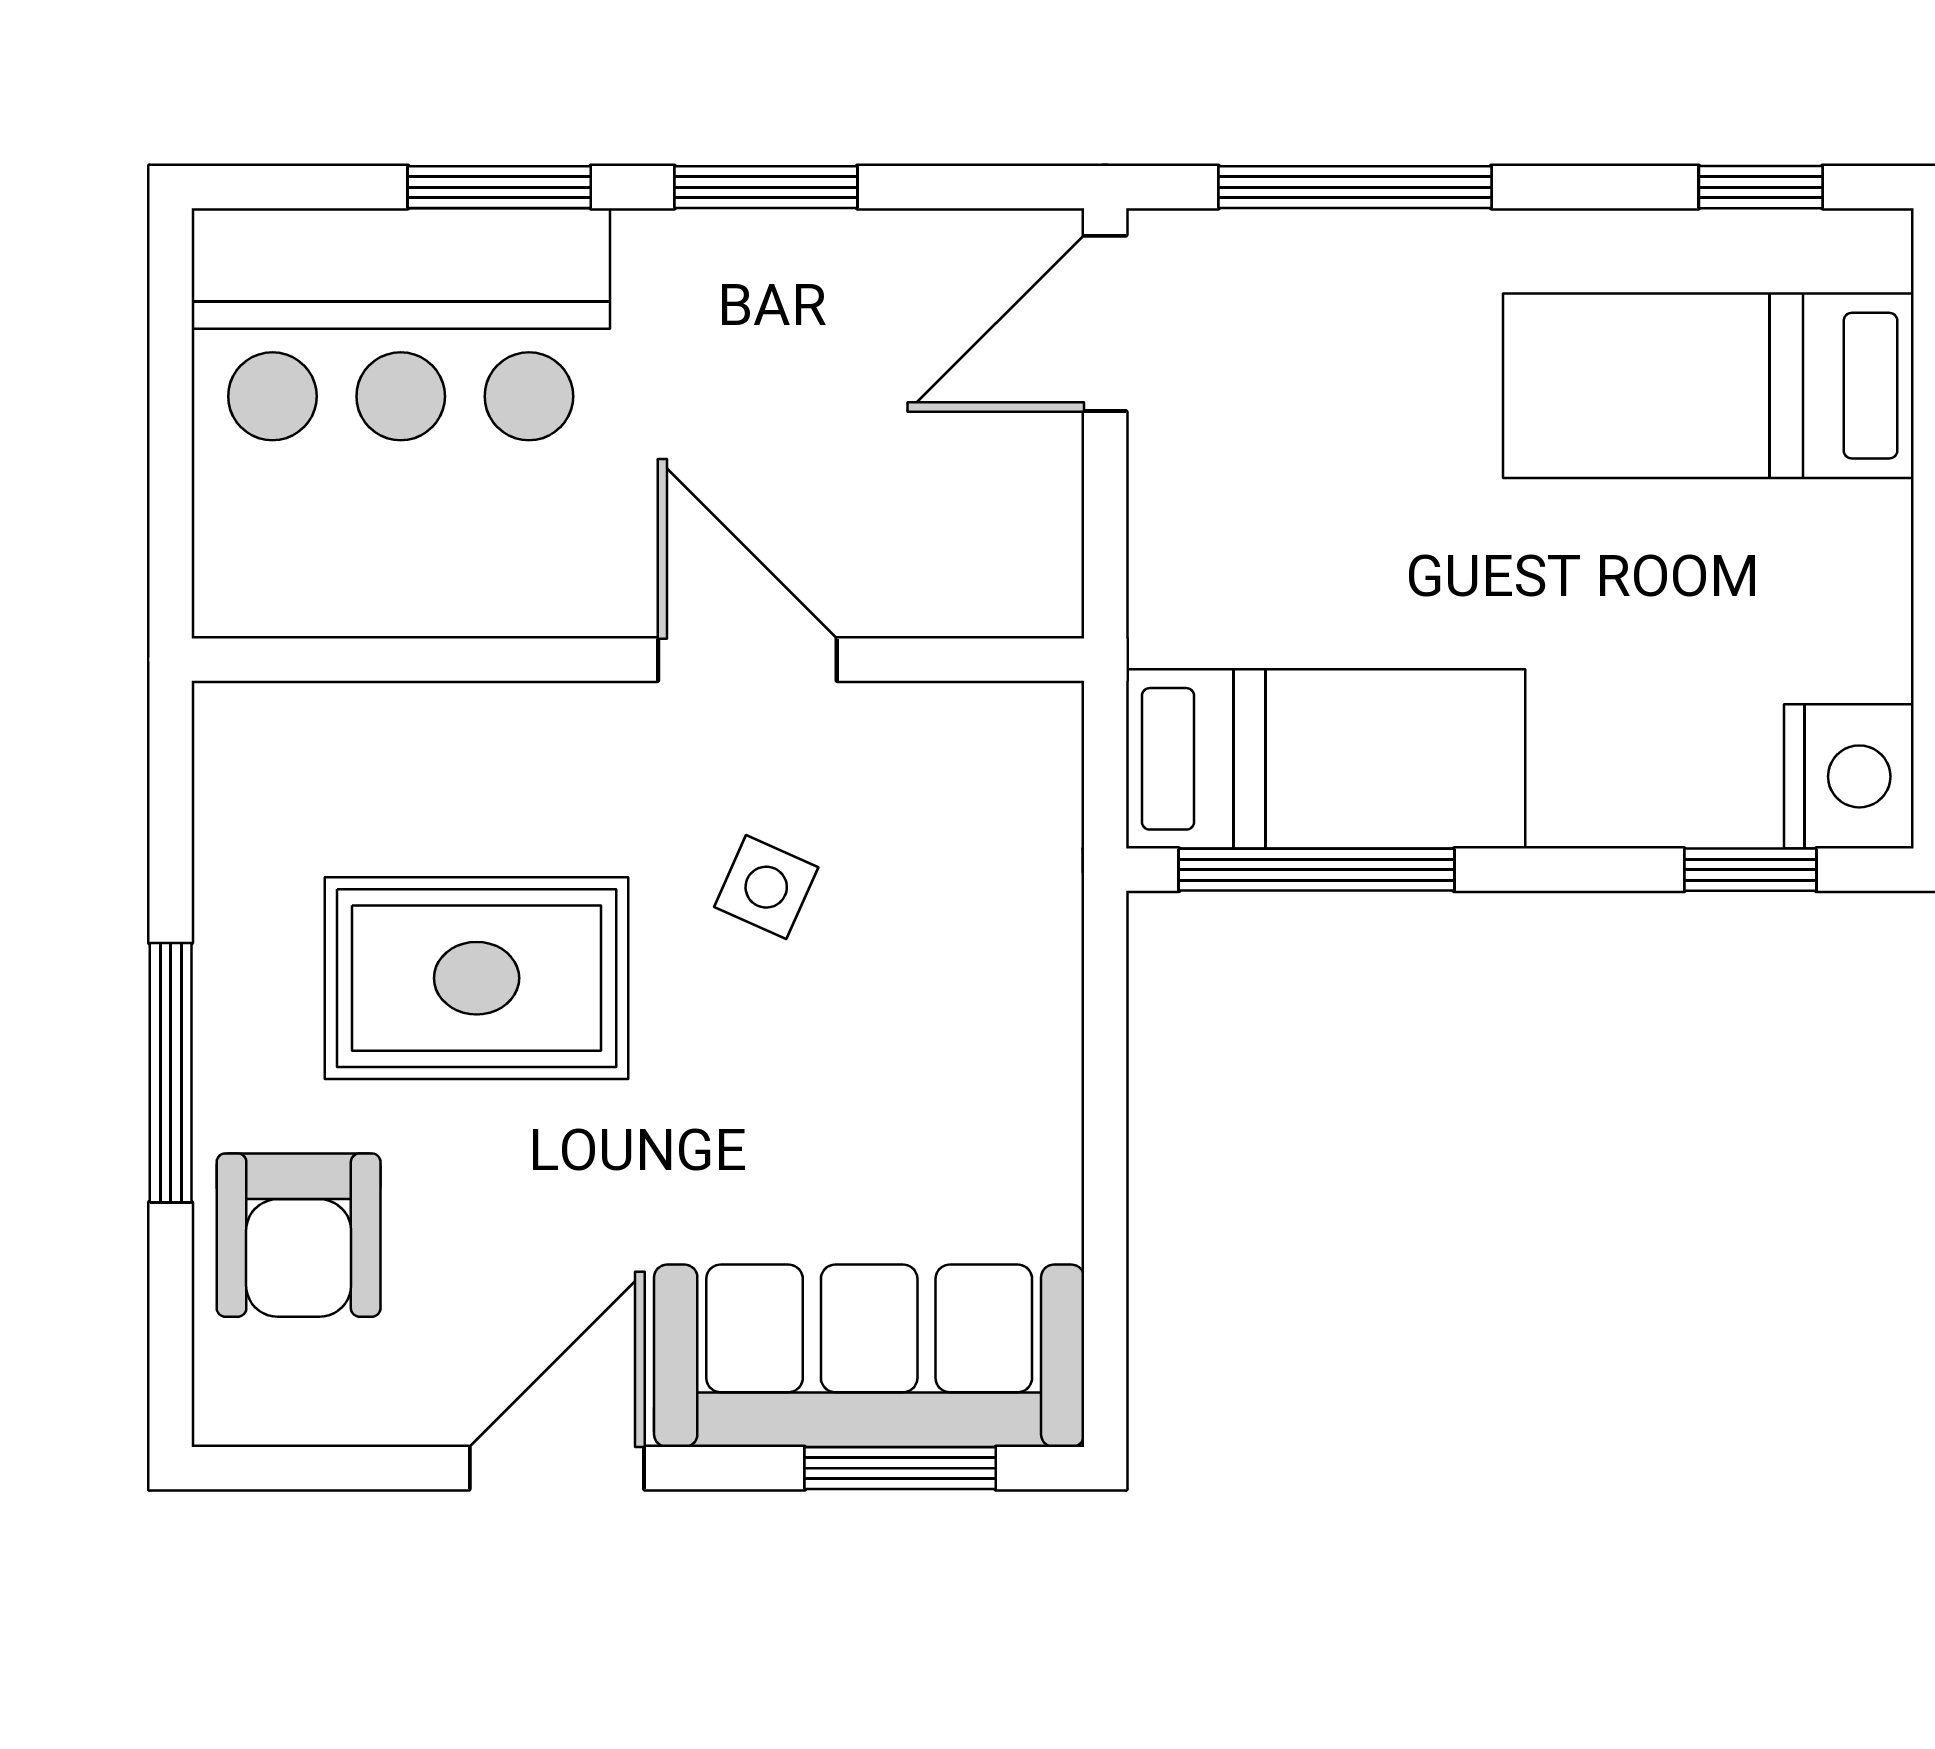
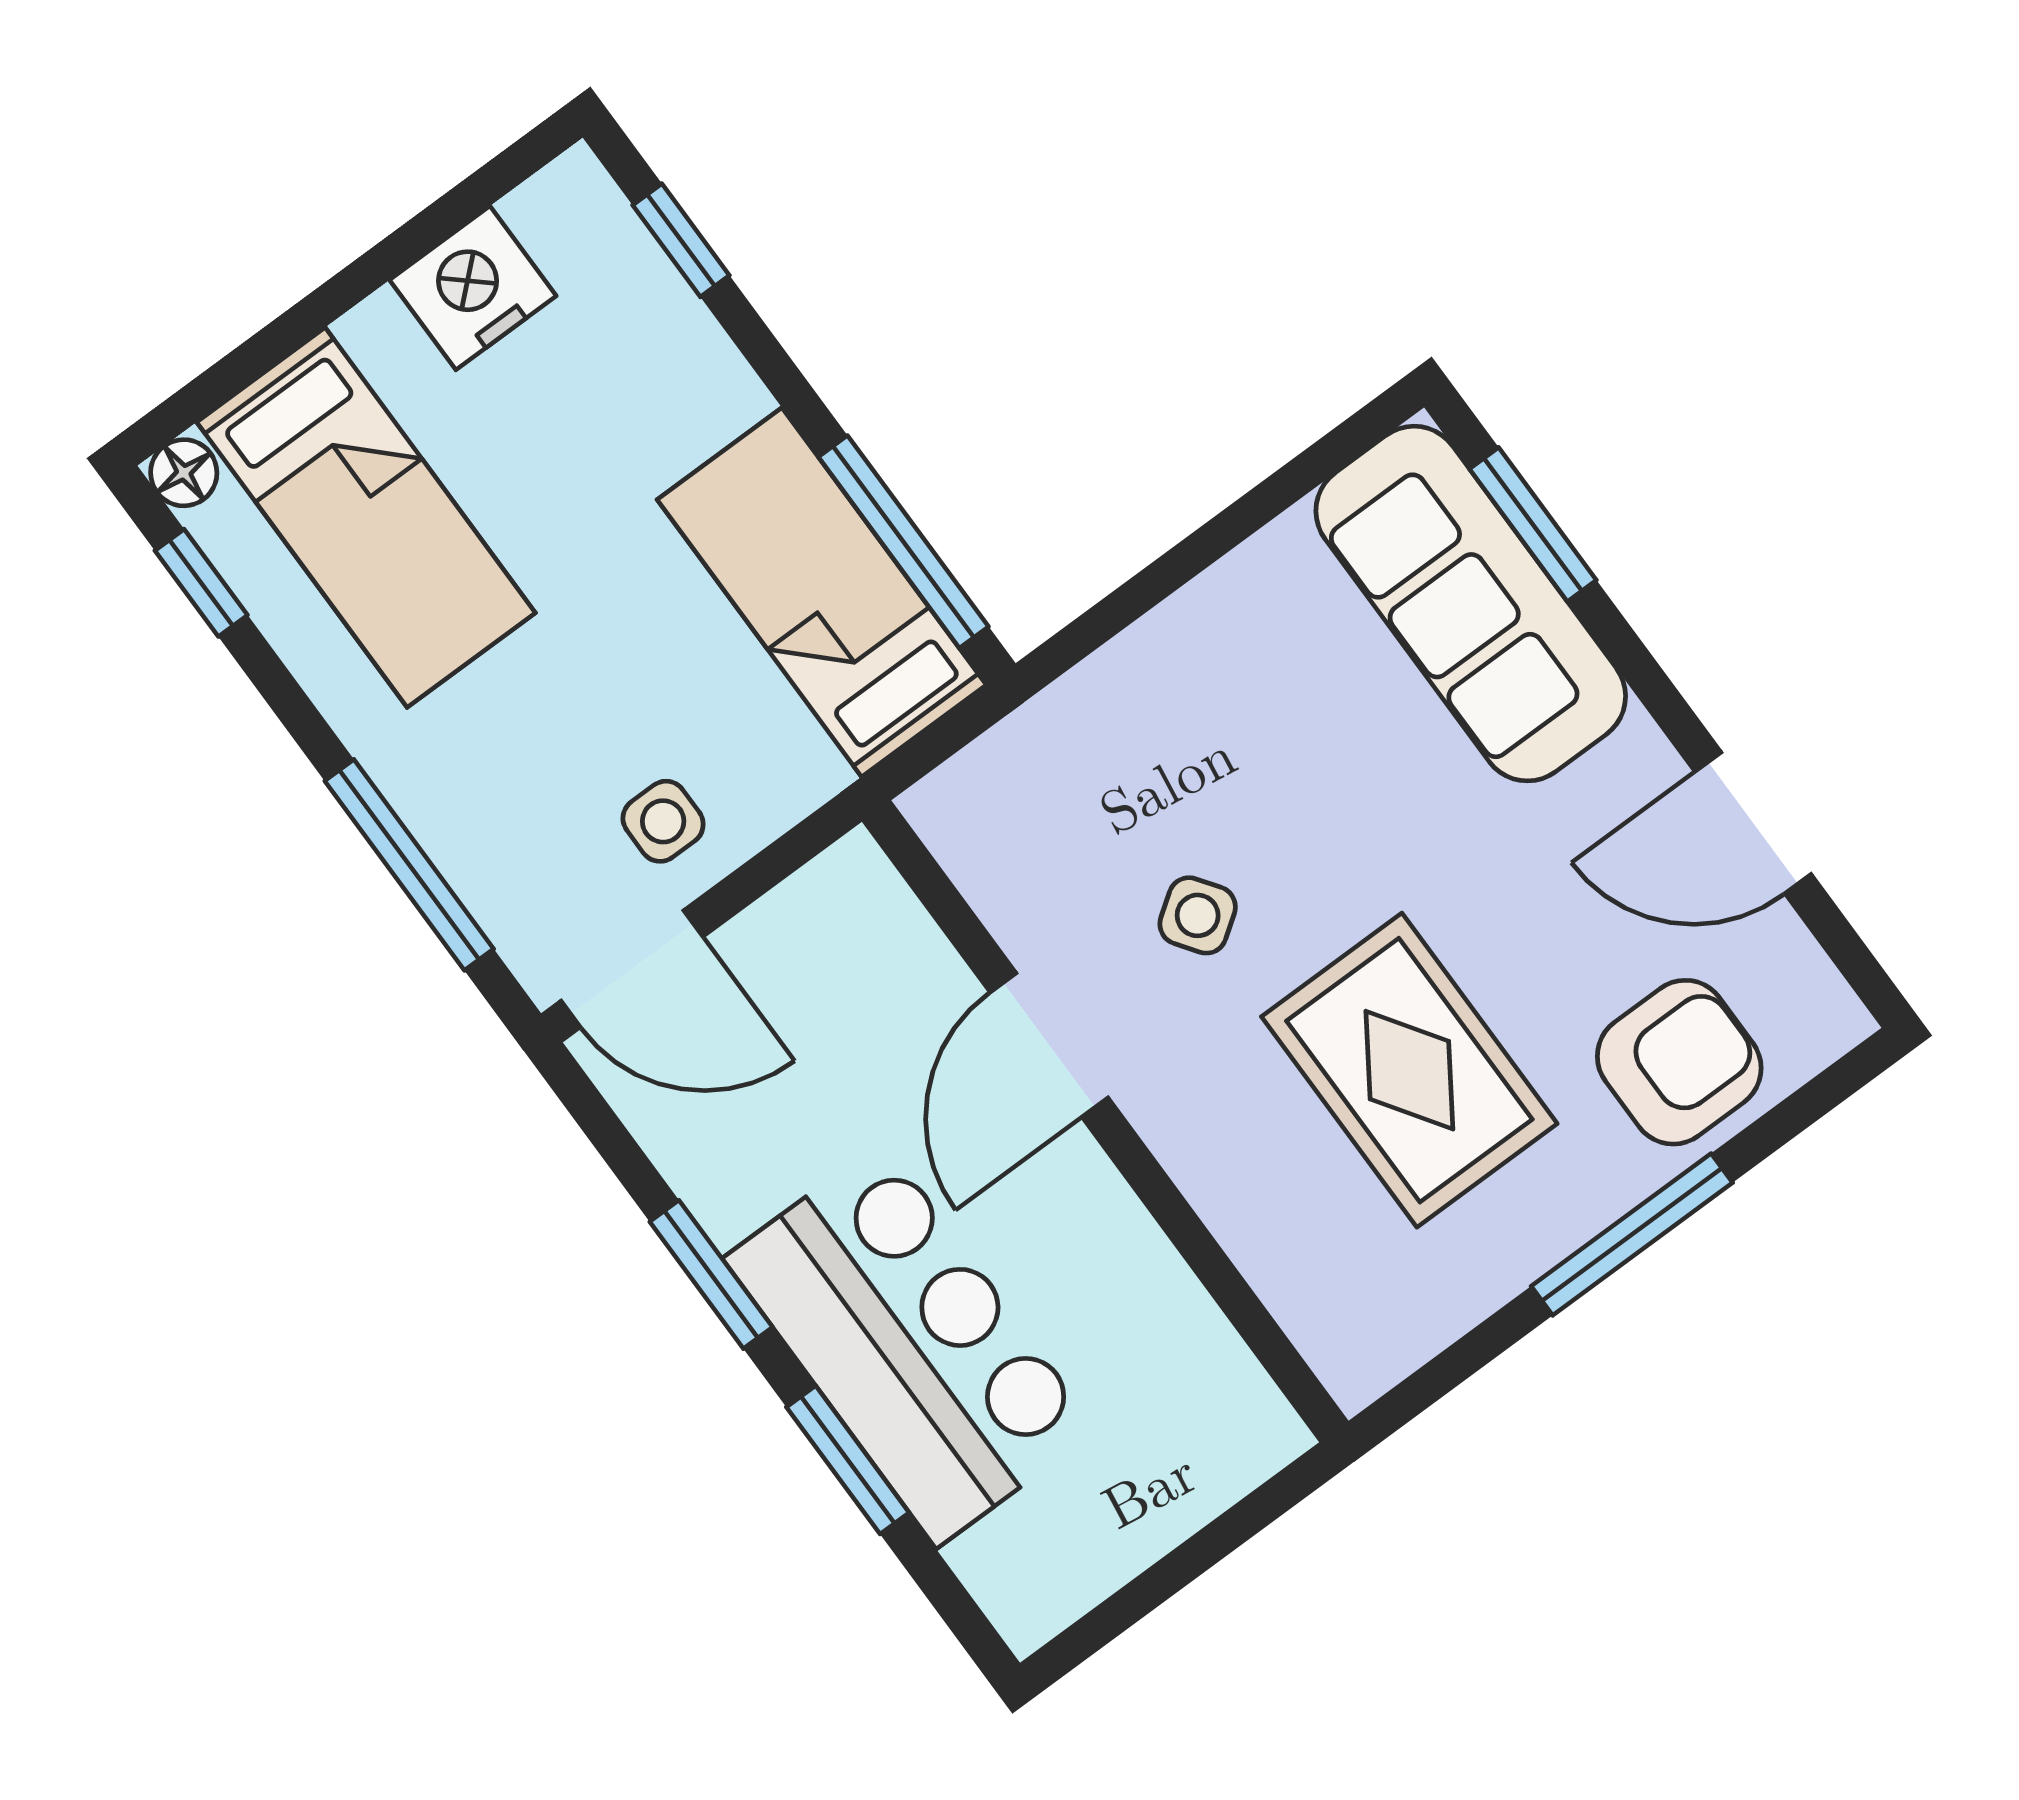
floor lamp: (1875, 246) -> (184, 473), added
bar counter: (401, 324) -> (910, 1344), moved
side table: (1221, 454) -> (663, 821), added
nightstand: (1849, 776) -> (473, 288), moved
side table: (766, 887) -> (1198, 915), turned 31
door: (557, 1468) -> (1753, 823), moved

